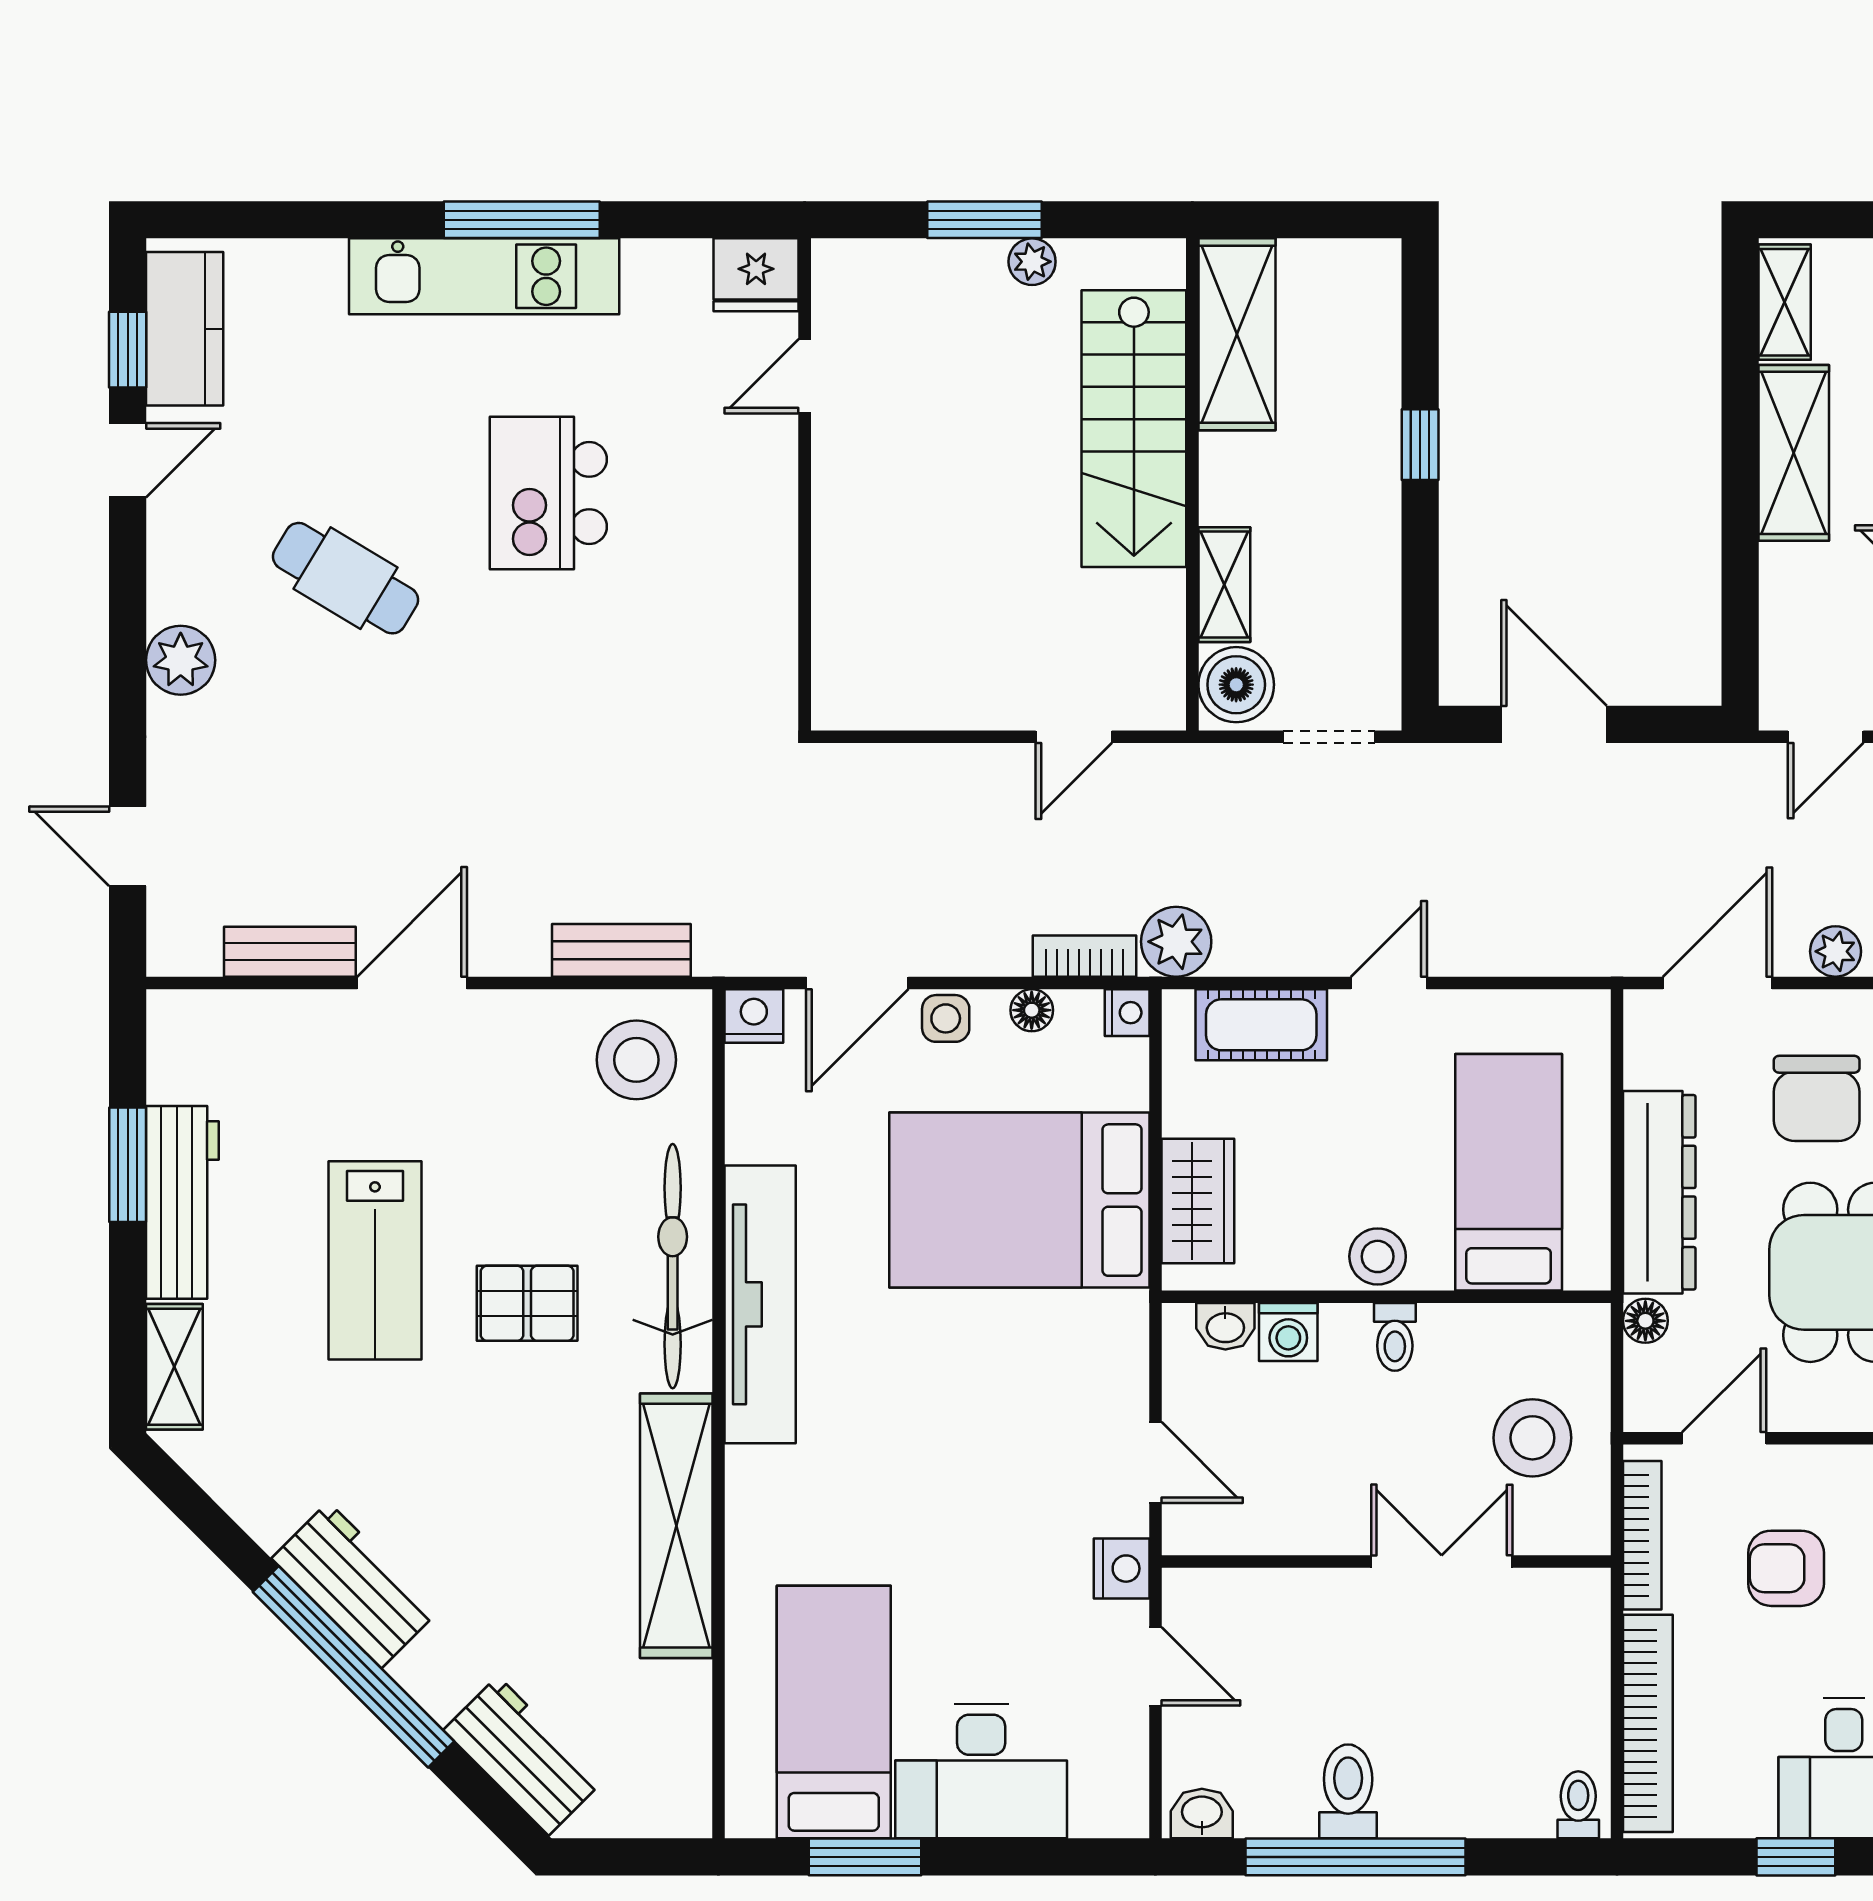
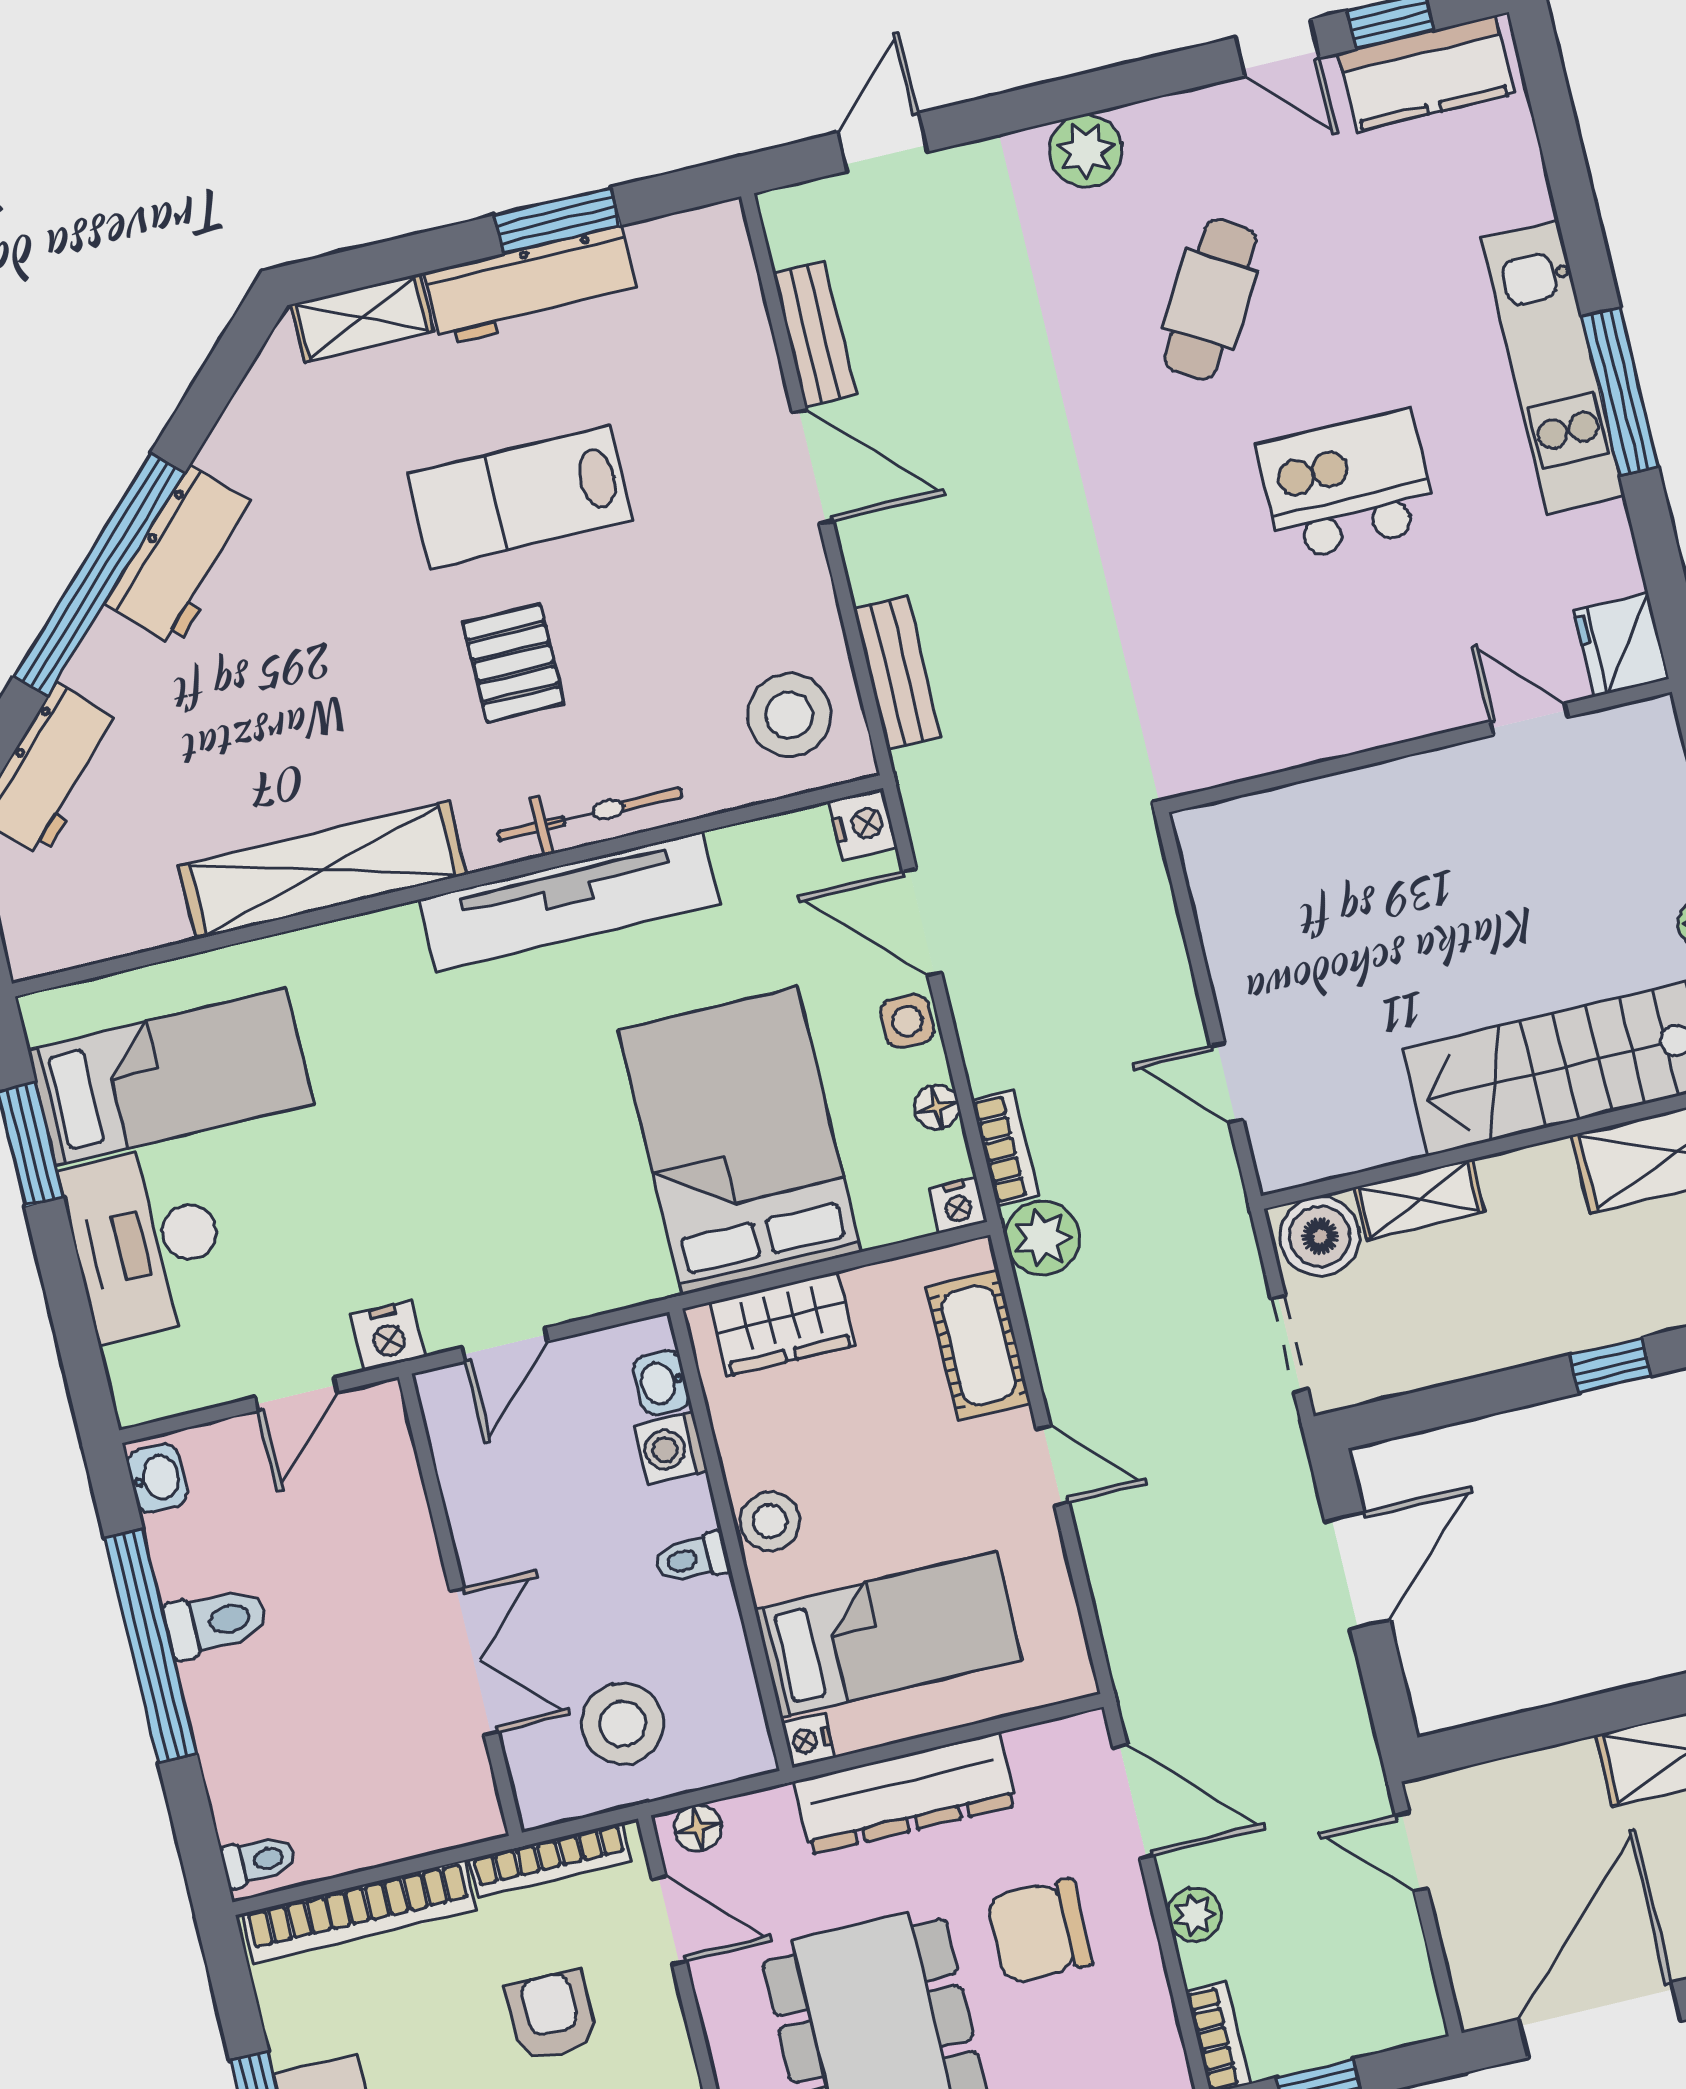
bicycle: (673, 1266) -> (590, 814), width x0.73, depth x0.71
nightstand: (1589, 1270) -> (808, 1740), added
floor lamp: (1645, 1321) -> (698, 1828), moved

